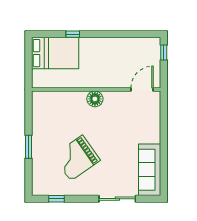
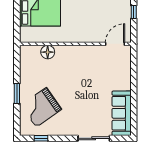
floor lamp: (95, 99) -> (48, 52), moved
grand piano: (77, 158) -> (41, 107), moved

